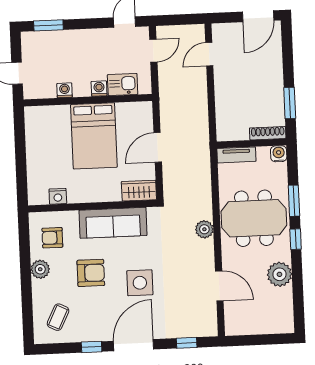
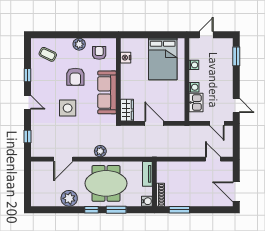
bed: (94, 136) -> (163, 59), moved, turned -90
meeting table: (254, 218) -> (106, 183), turned 90
door: (133, 345) -> (28, 102), width x0.53

